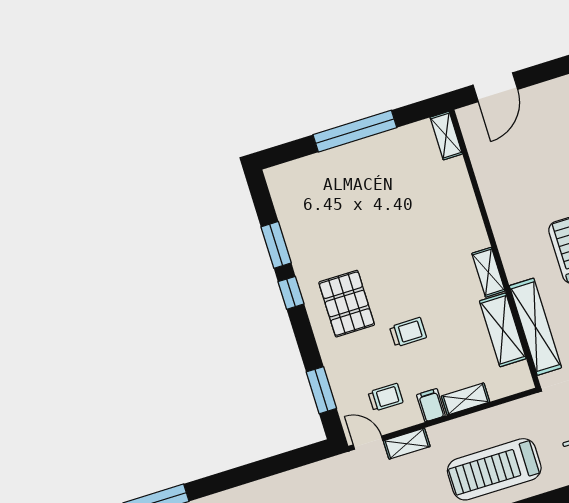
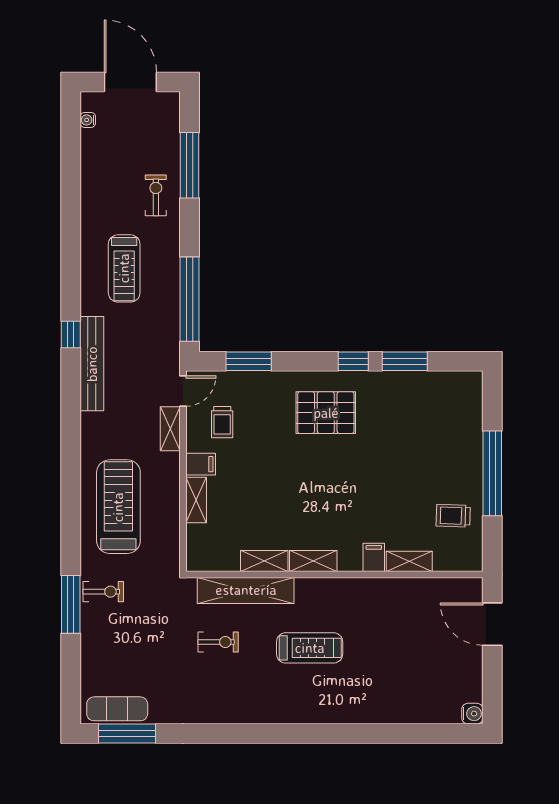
shelving: (446, 136) -> (409, 561), moved
filing cabinet: (468, 217) -> (374, 557), added
shelving: (503, 330) -> (264, 561), width x0.67, depth x0.75
trolley: (408, 332) -> (453, 516), moved, turned 92
window: (281, 463) -> (190, 299), added

